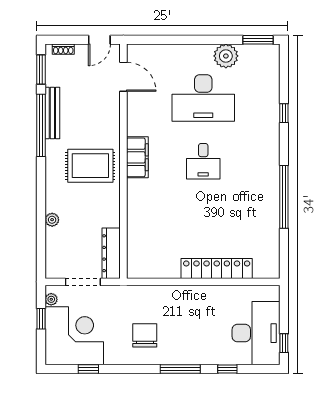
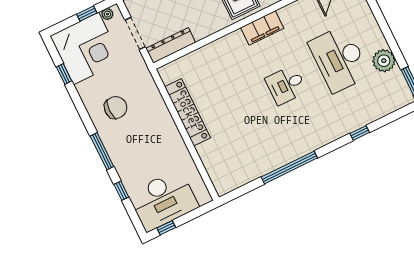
locker: (217, 268) -> (188, 112), moved

